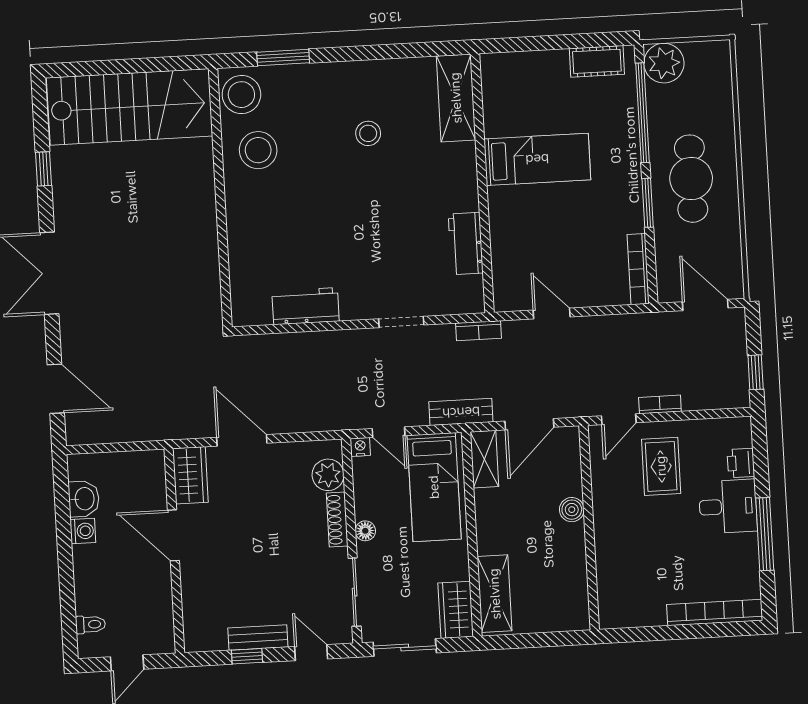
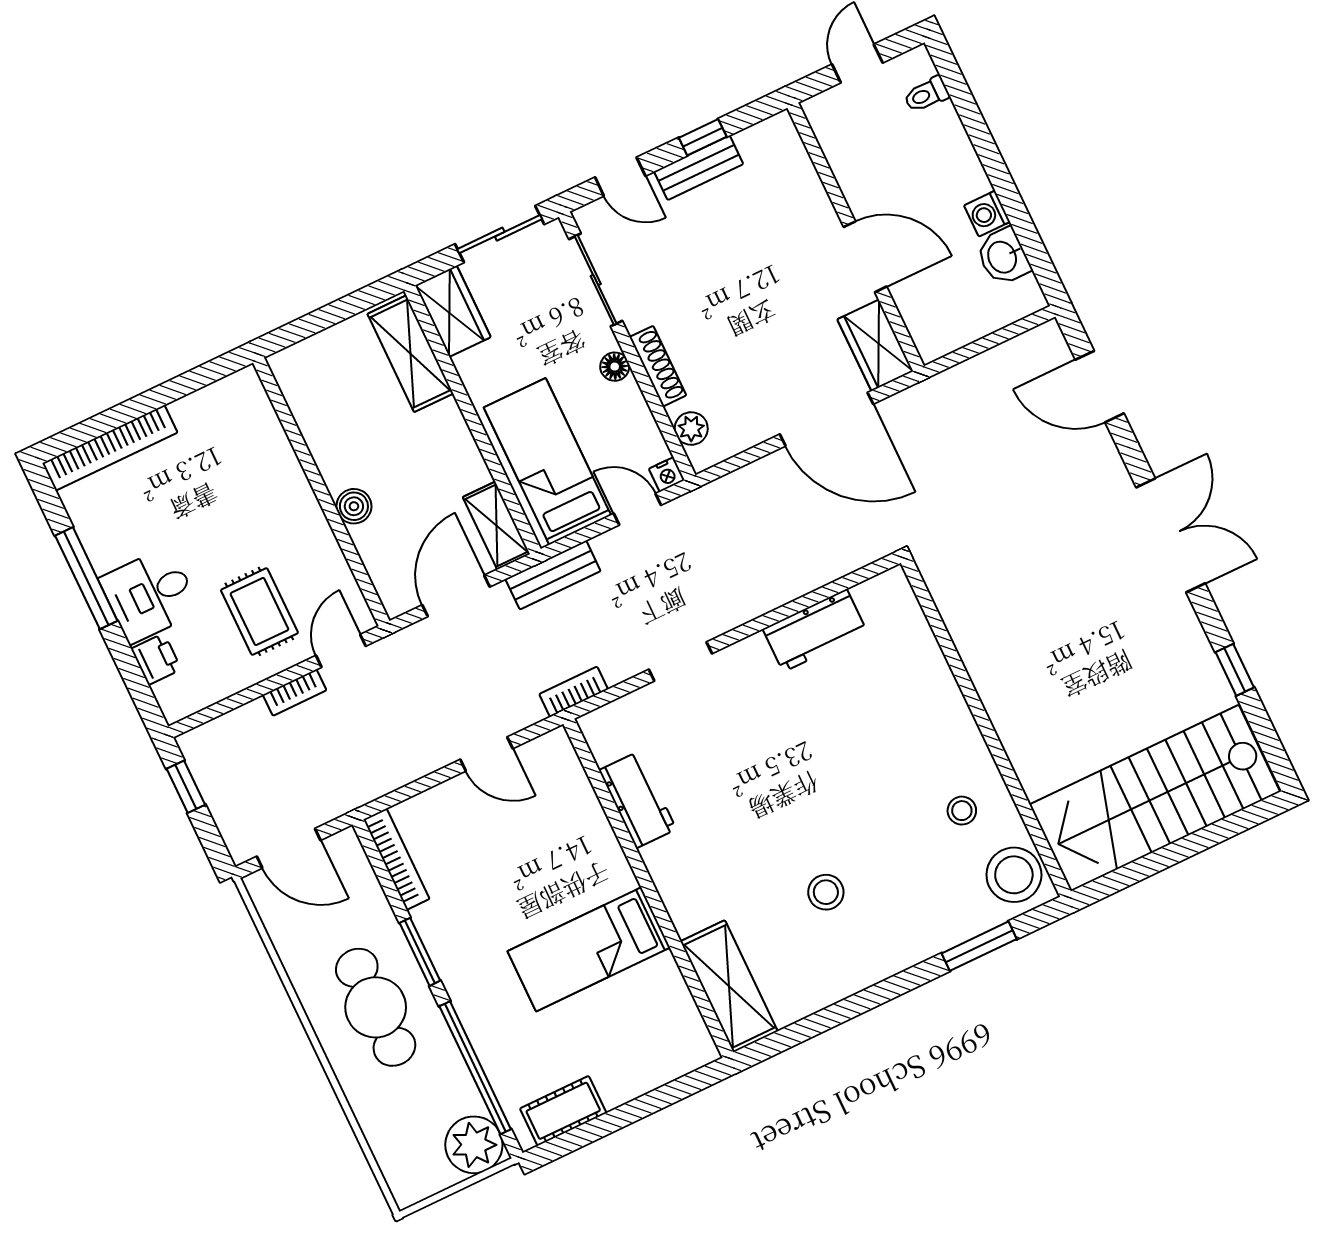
stool: (258, 150) -> (962, 811), width x0.53, depth x0.53
door: (242, 440) -> (826, 419), width x1.36
plant: (328, 475) -> (691, 429), width x0.73, depth x0.73

